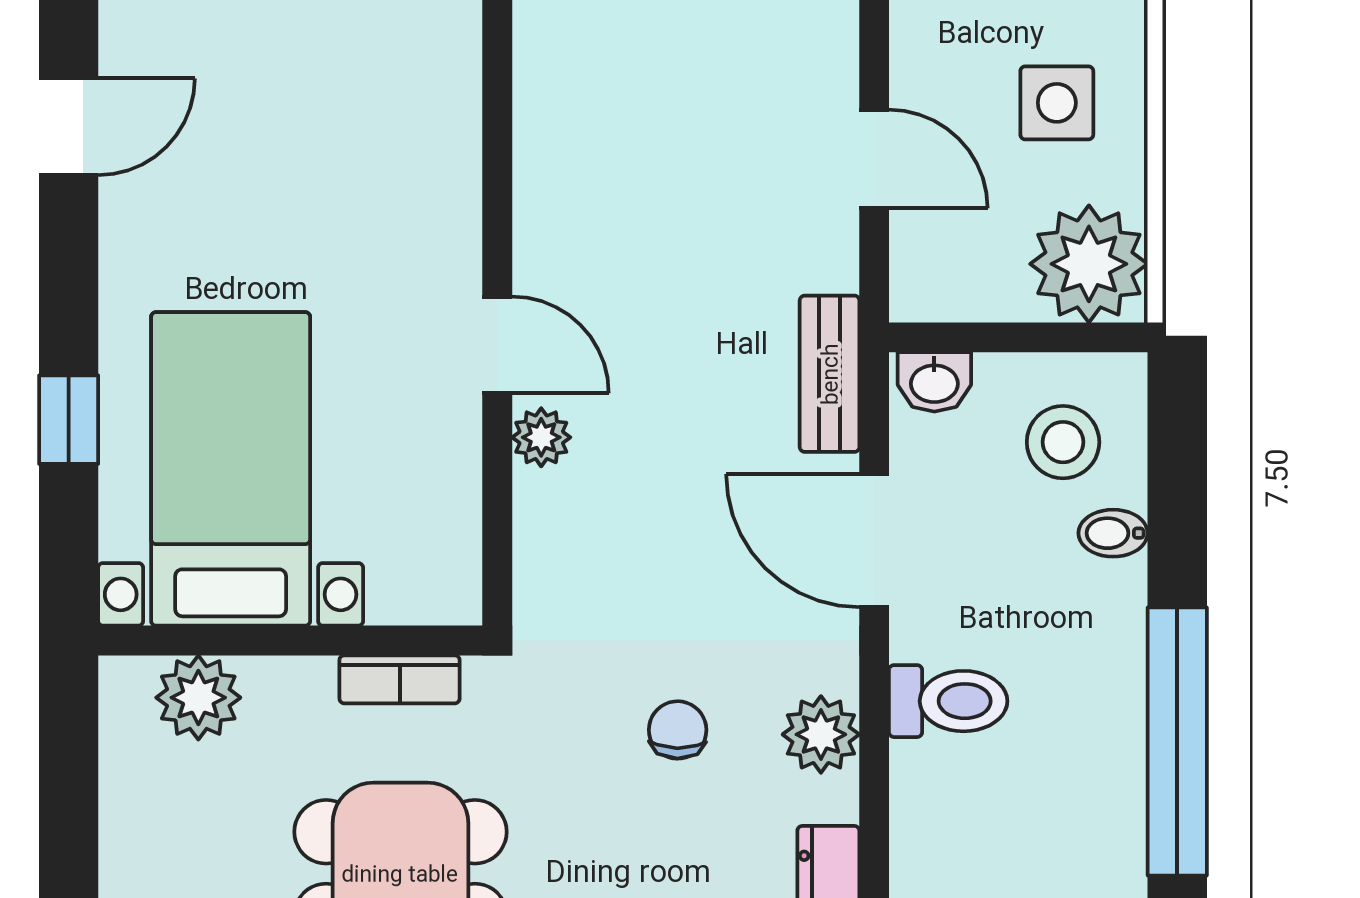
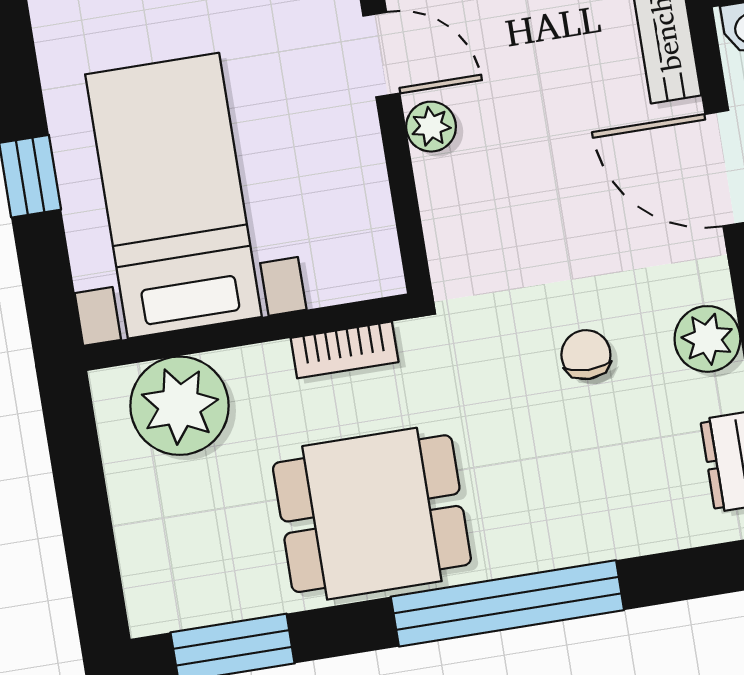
plant: (198, 698) -> (180, 406), width x1.36, depth x1.36

